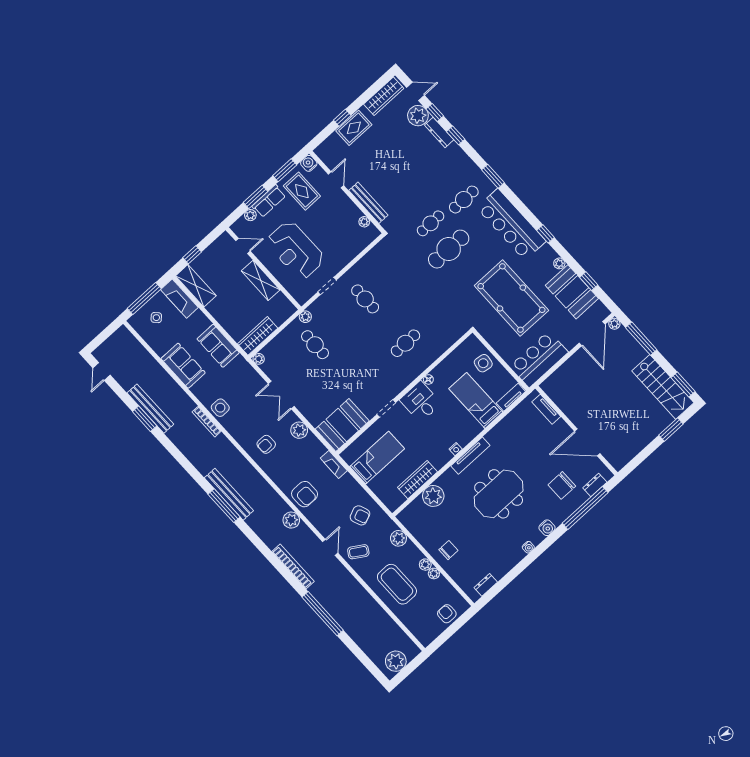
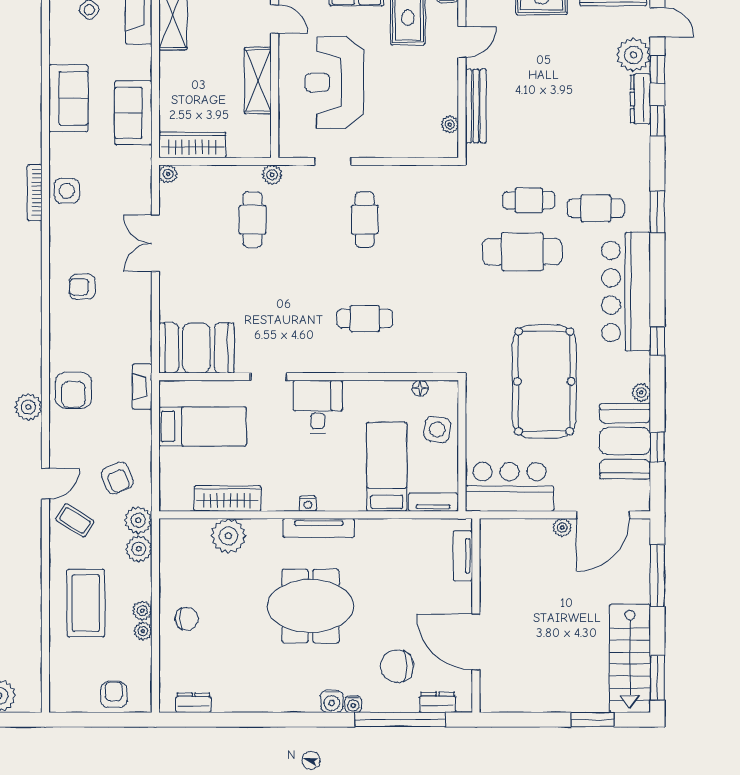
plant: (614, 324) -> (562, 527), moved
floor lamp: (428, 379) -> (420, 388), moved
plant: (299, 430) -> (138, 520), moved
water cooler: (528, 547) -> (353, 704), moved

